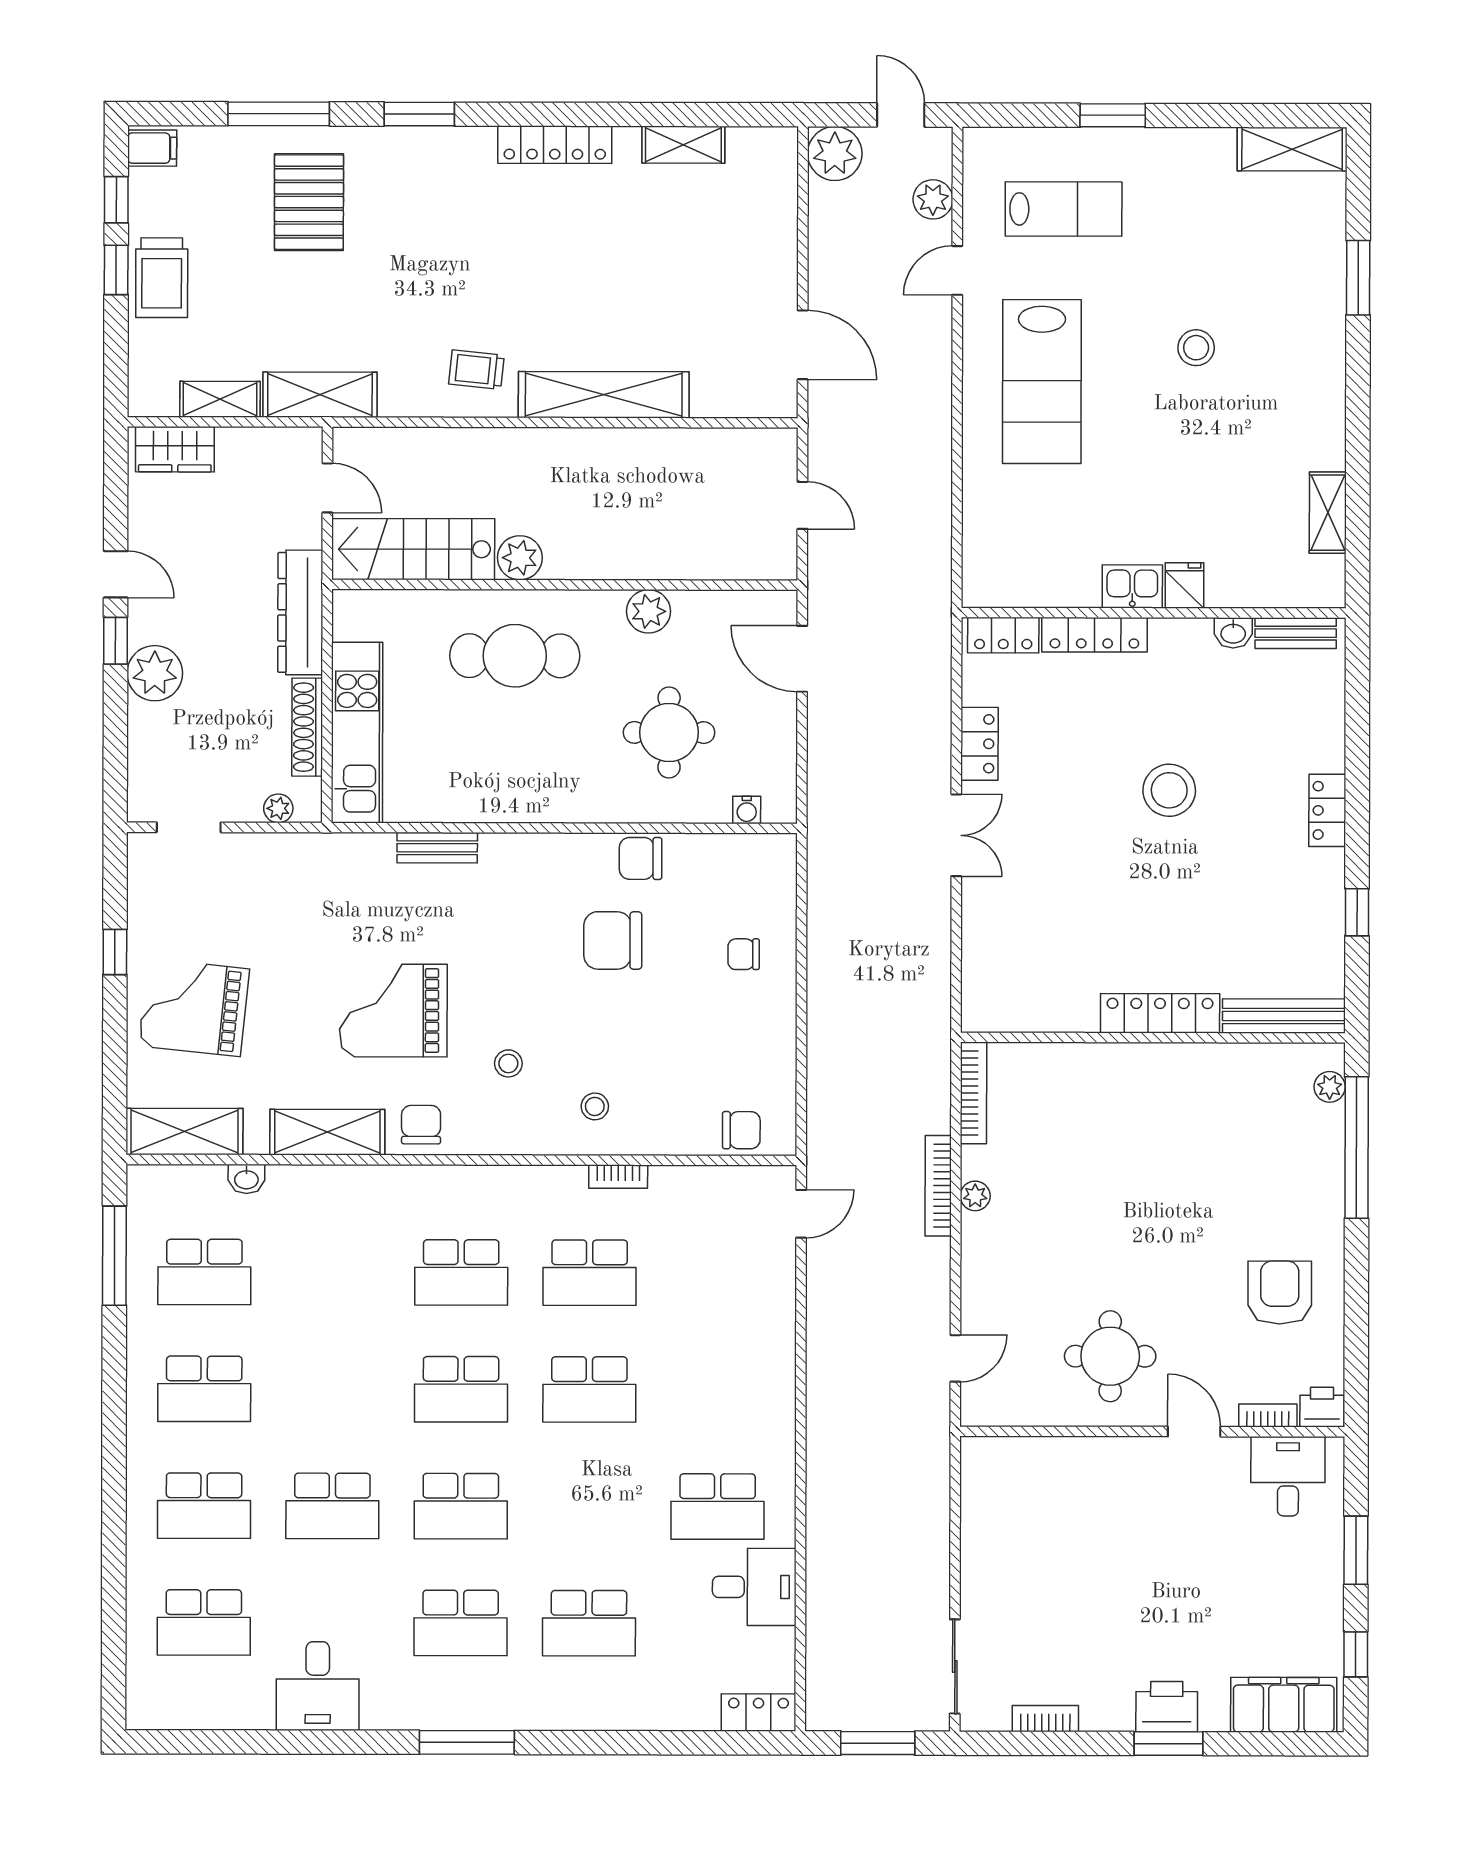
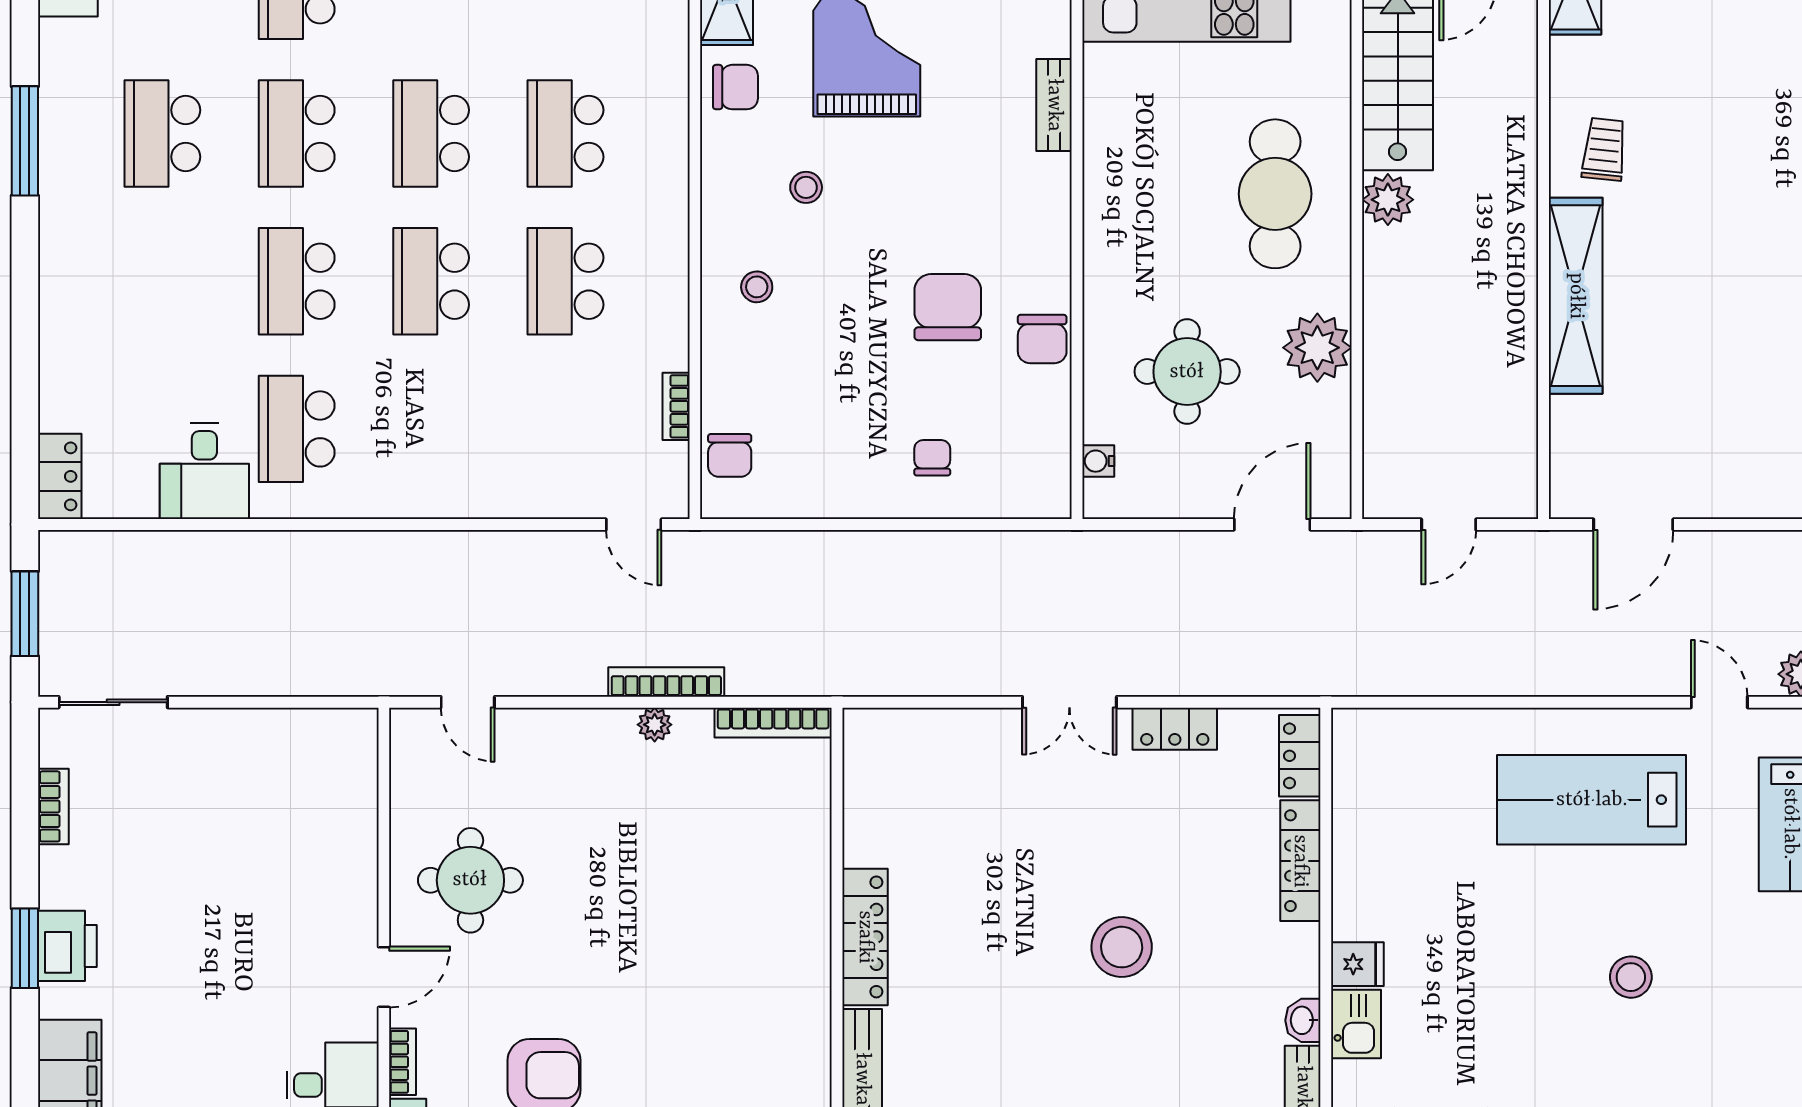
kitchen sink: (1132, 586) -> (1356, 1024), moved
plant: (649, 611) -> (1317, 348), width x1.36, depth x1.36
chair: (641, 858) -> (1042, 339), turned 180
bookcase: (618, 1177) -> (676, 406), moved
school desk: (589, 1623) -> (297, 281), moved

